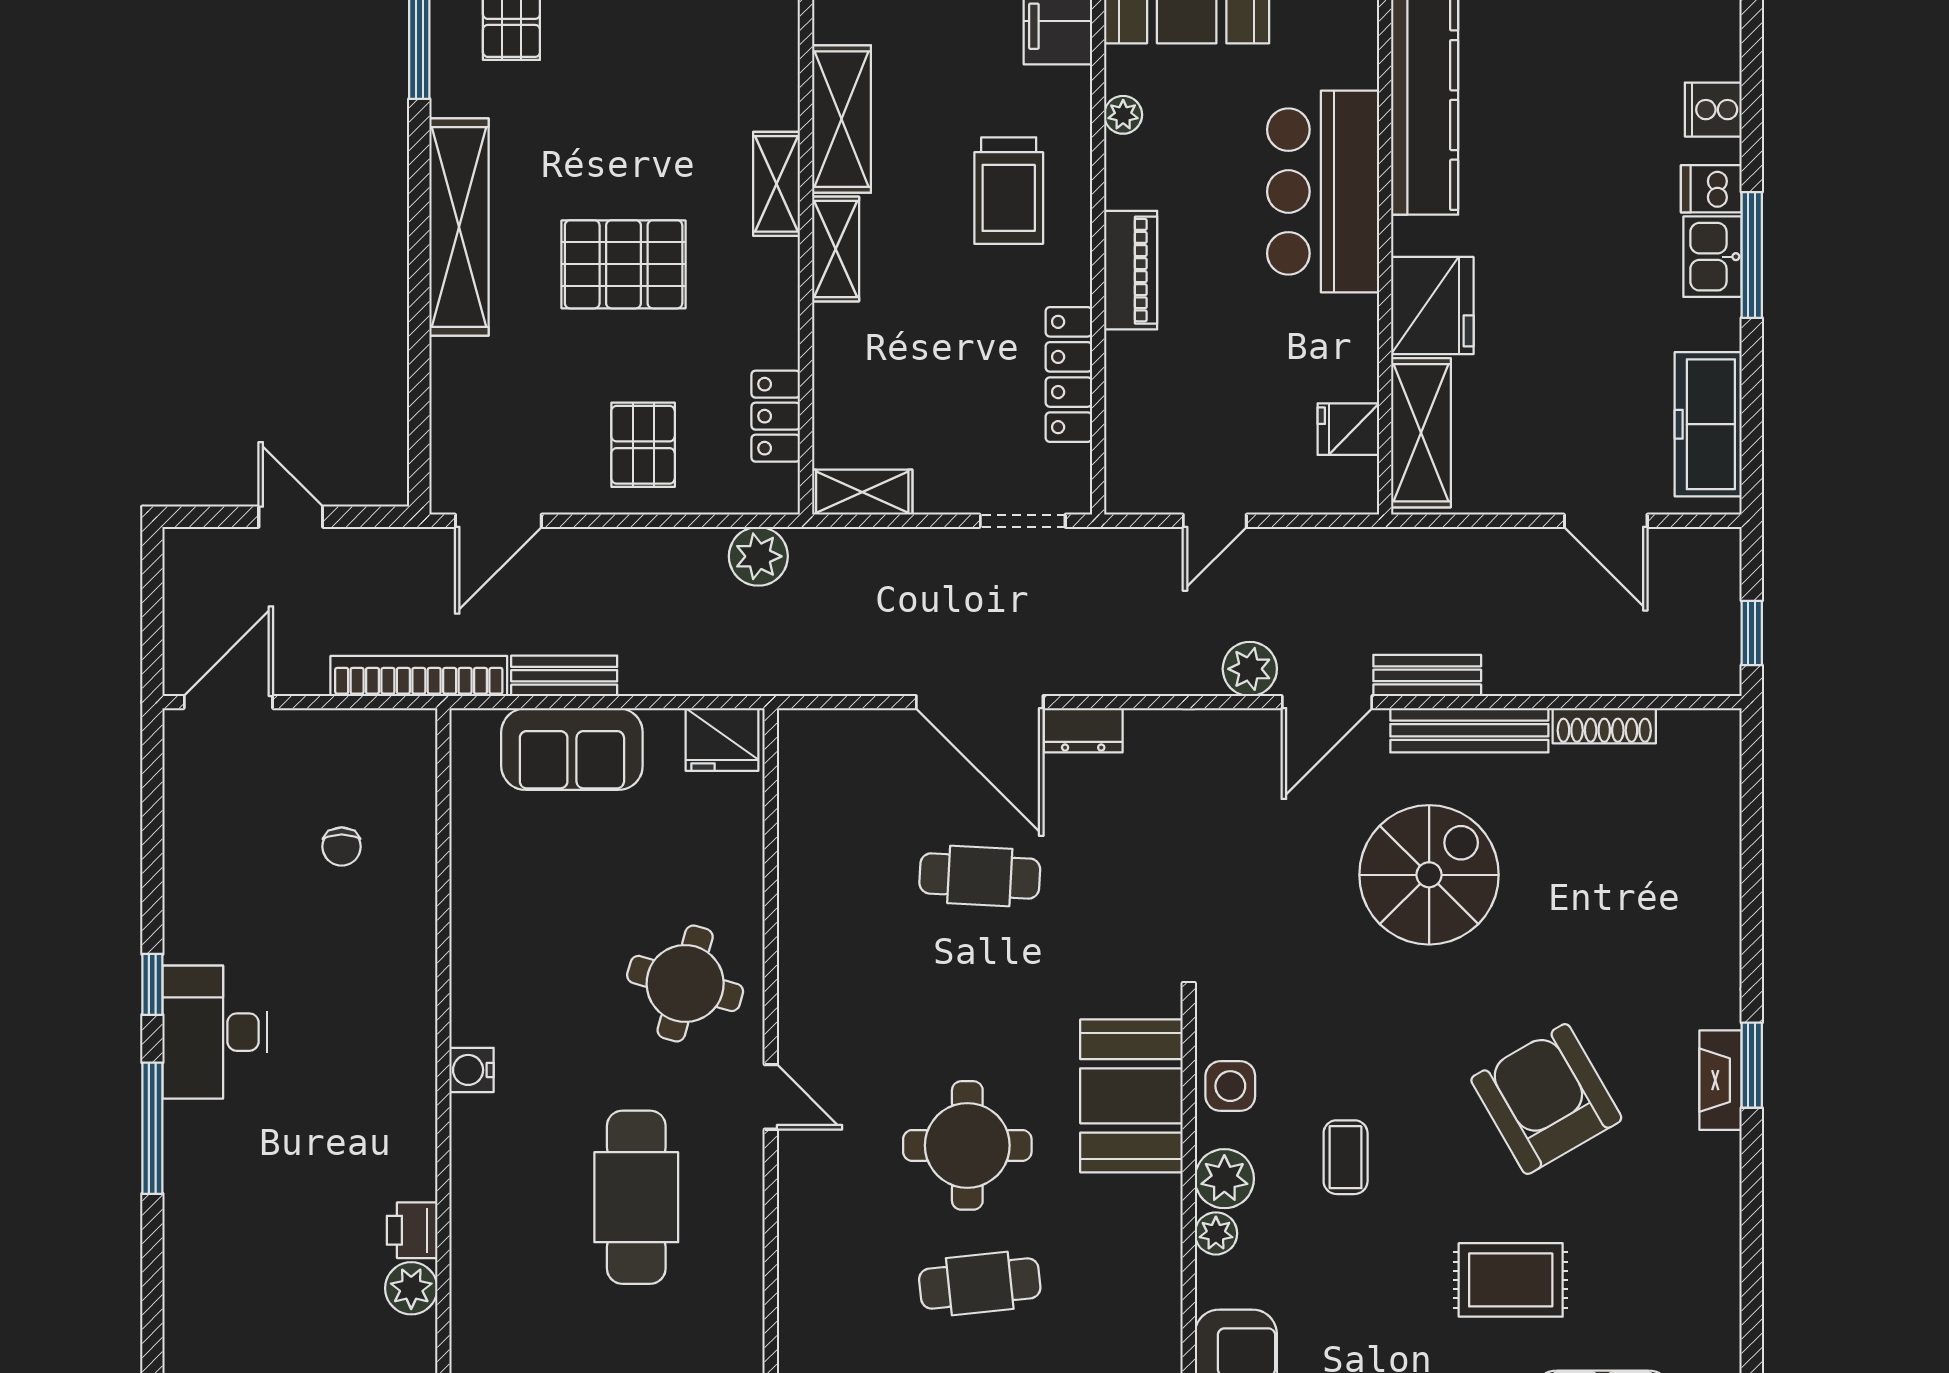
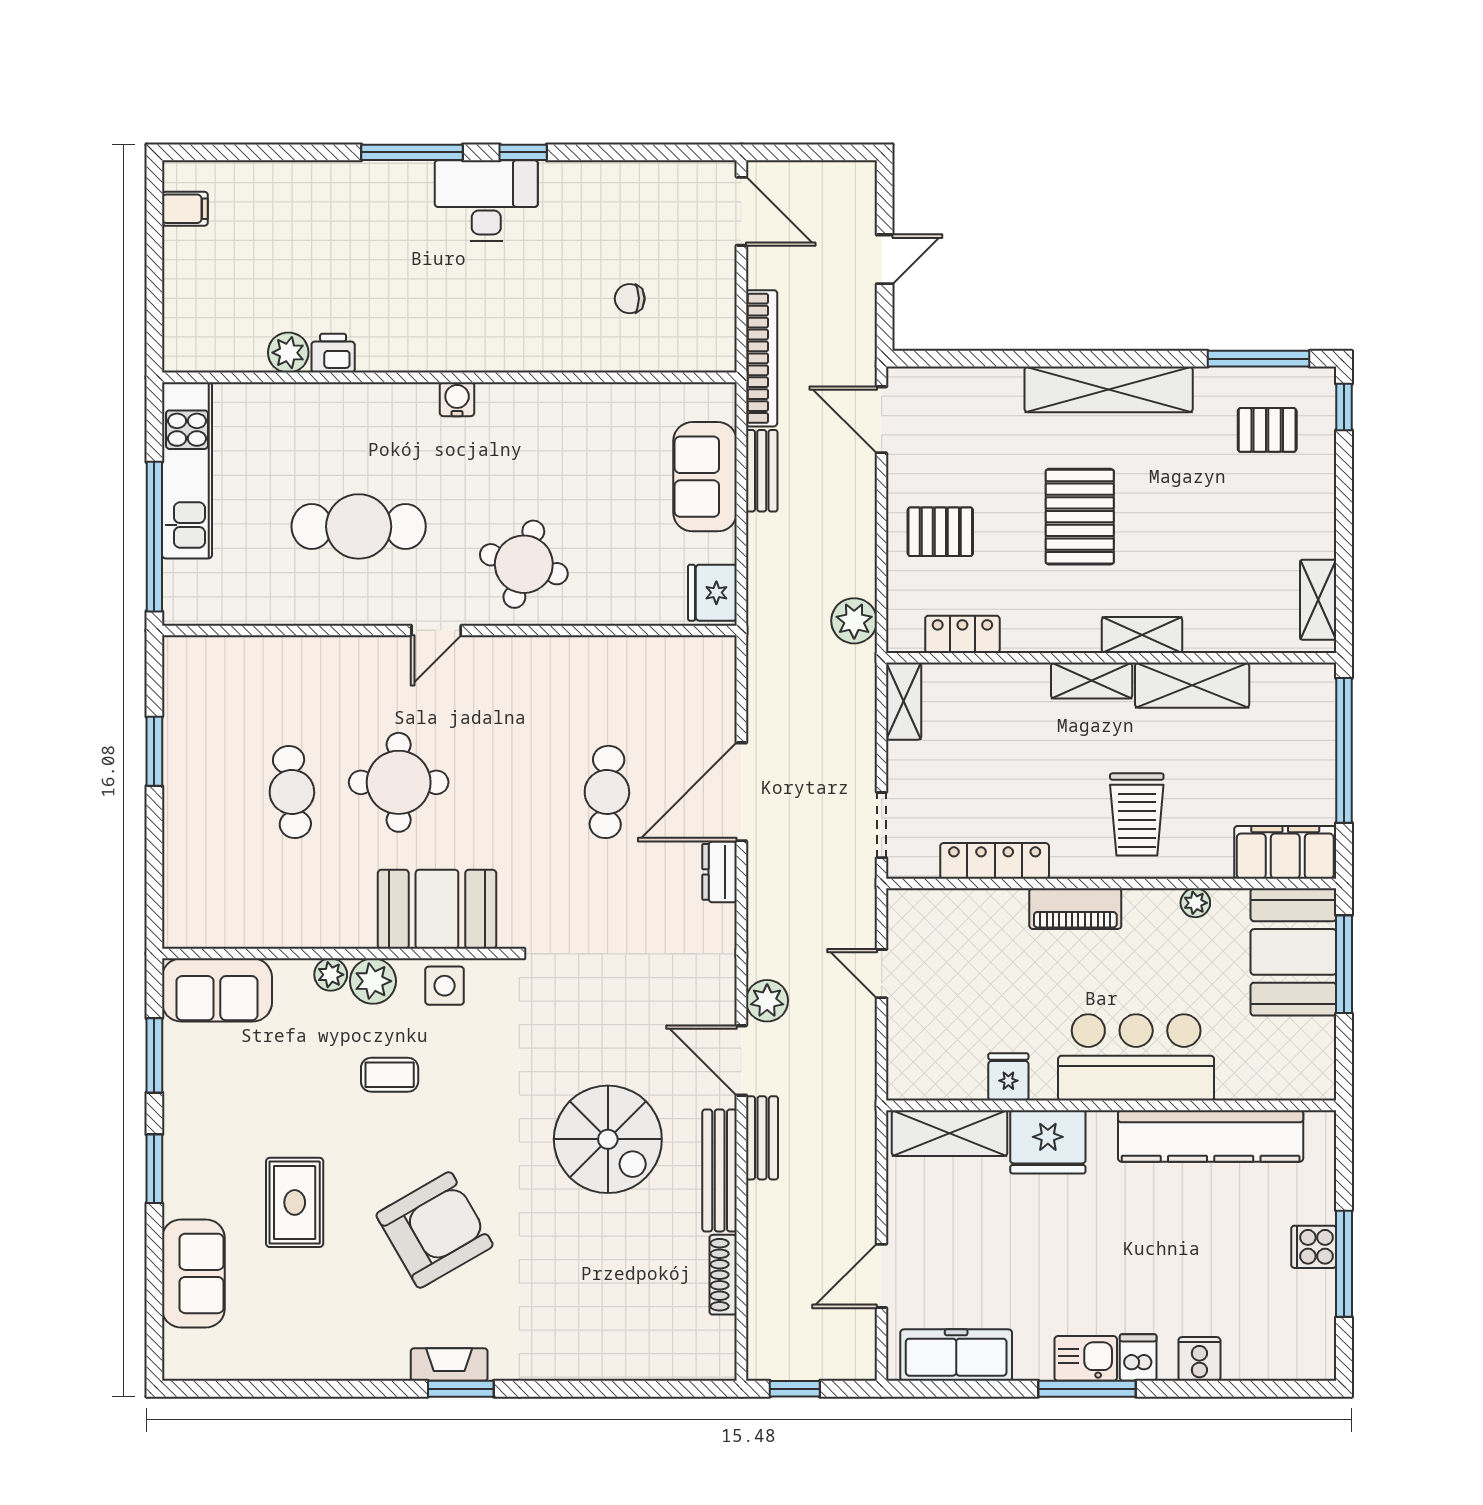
trolley: (1009, 191) -> (1137, 814), turned -90
fridge: (1348, 429) -> (1008, 1077), moved

